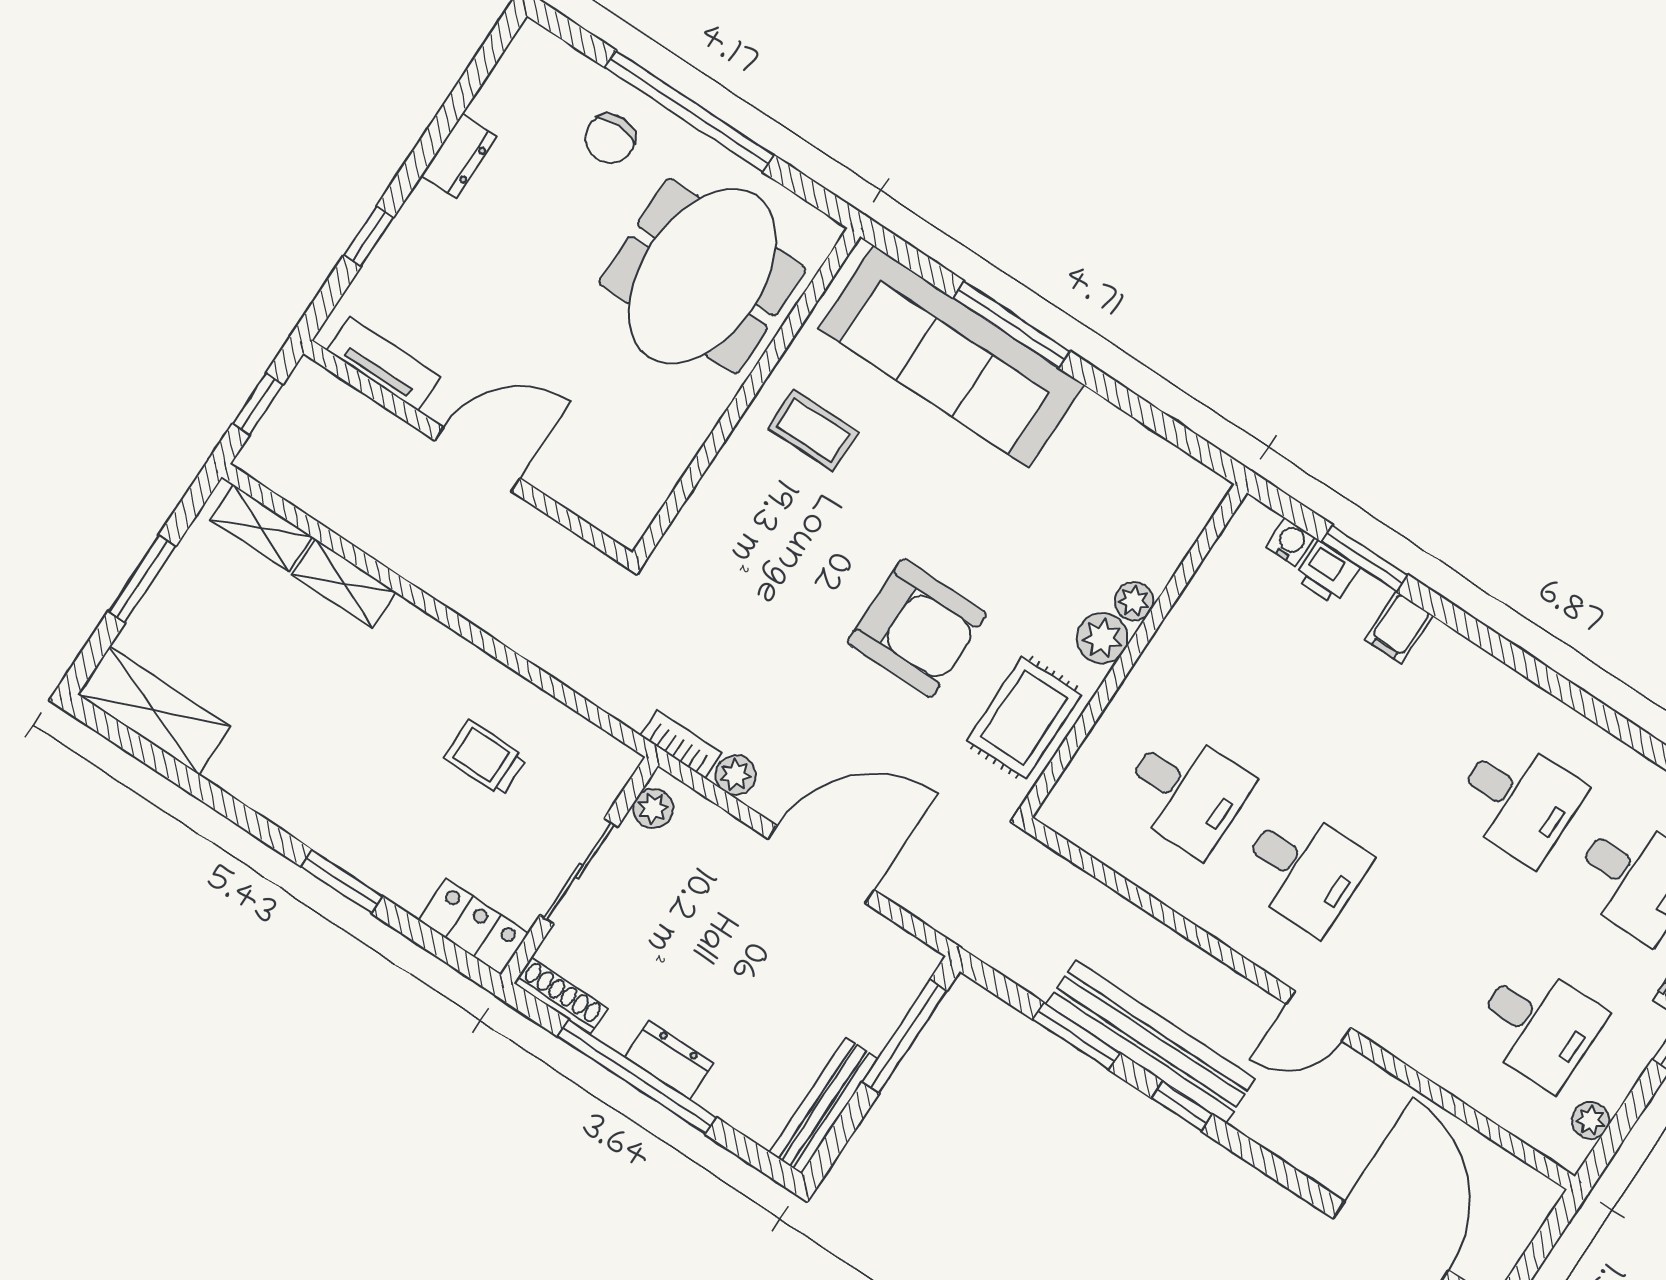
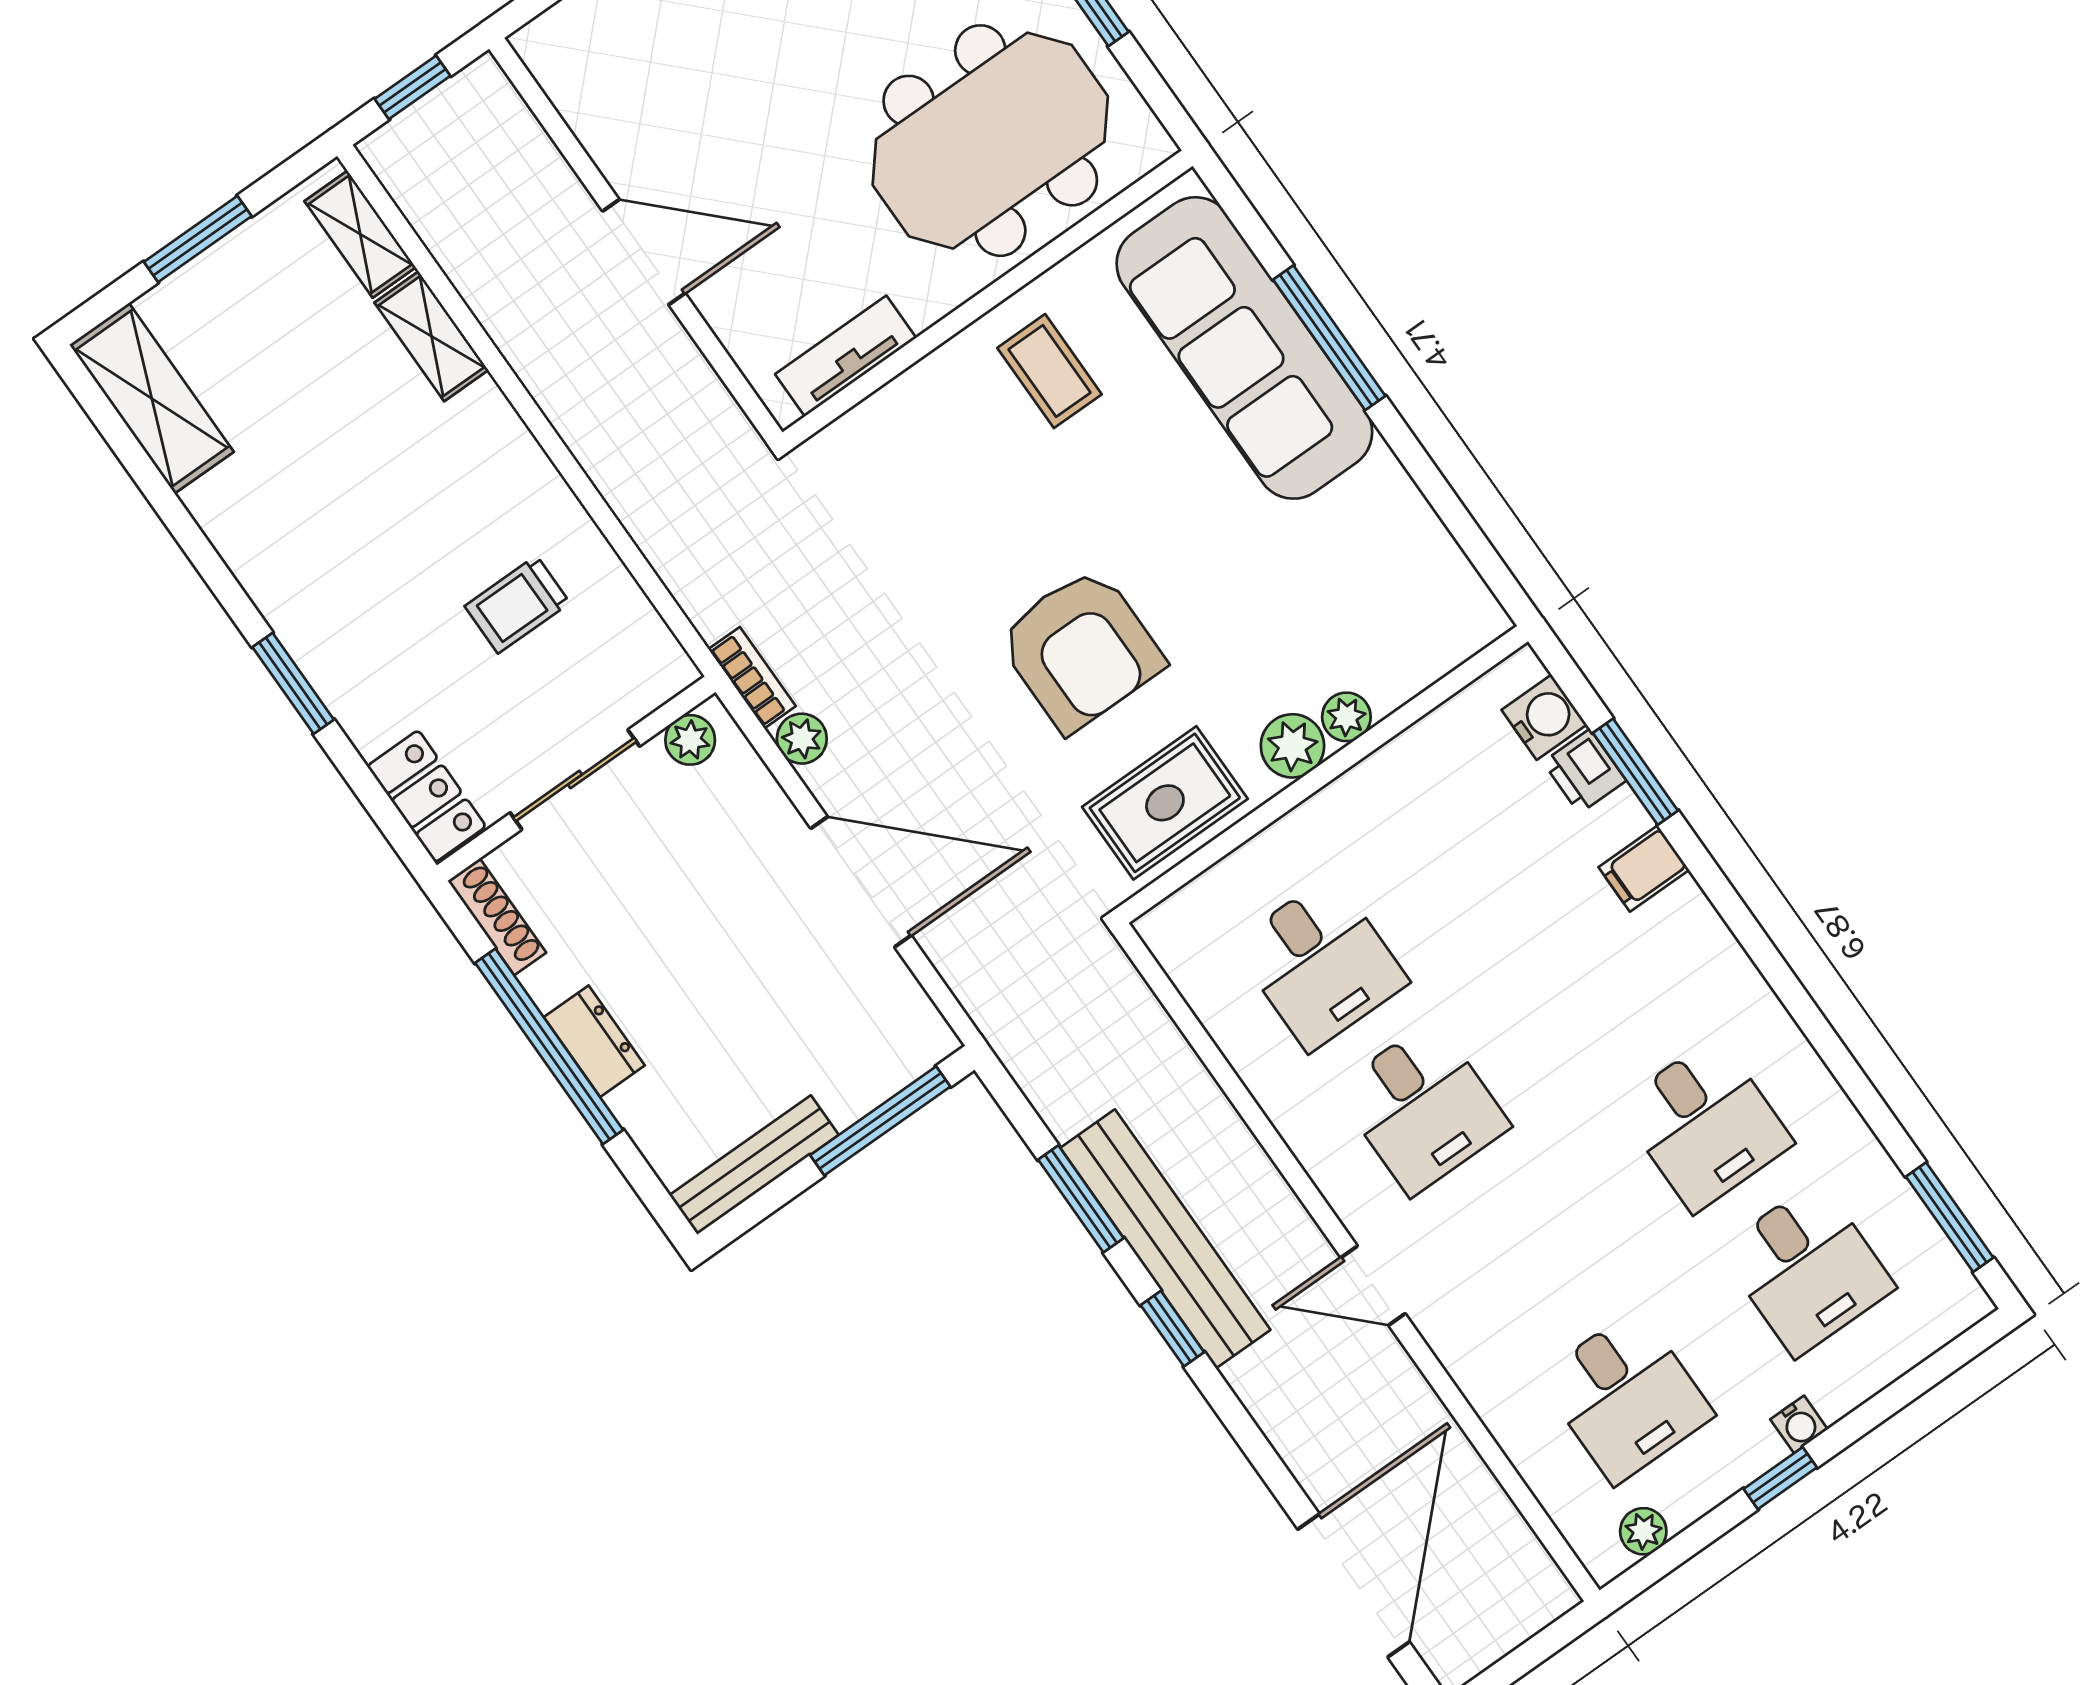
tv unit: (384, 364) -> (846, 356), moved, turned -90
water cooler: (1290, 542) -> (1544, 717), width x1.38, depth x1.38
trolley: (485, 758) -> (517, 604), turned -90

